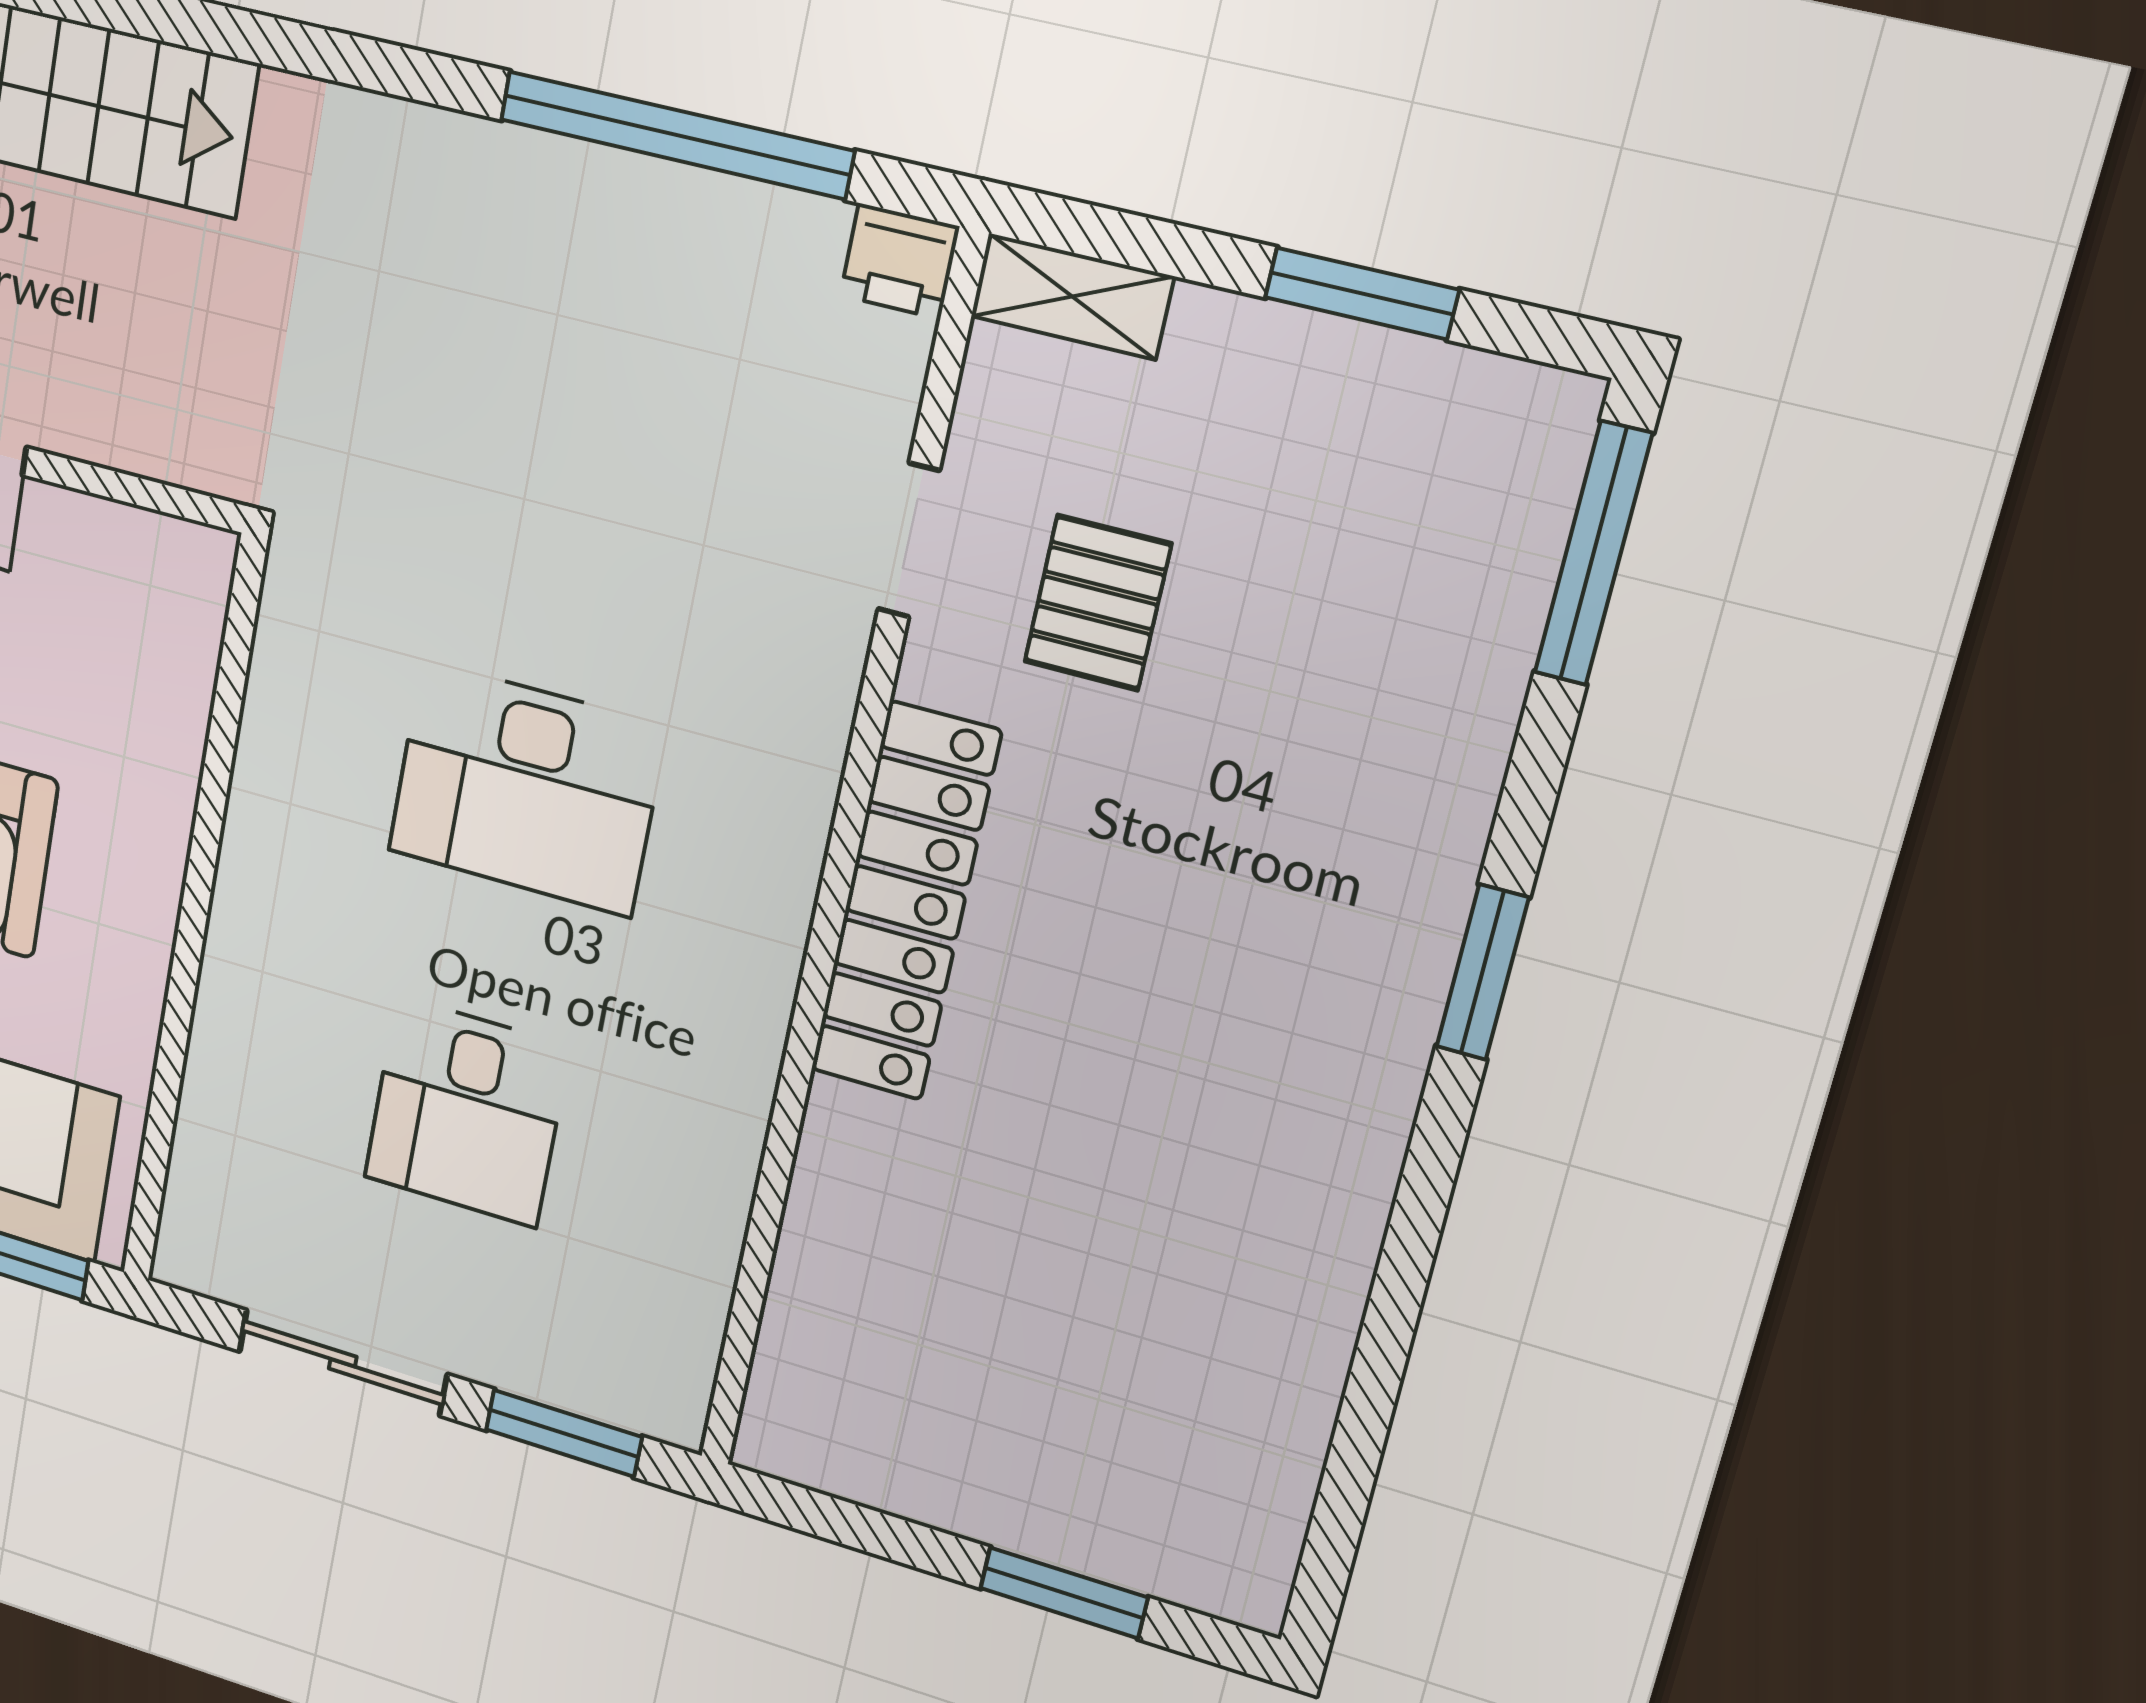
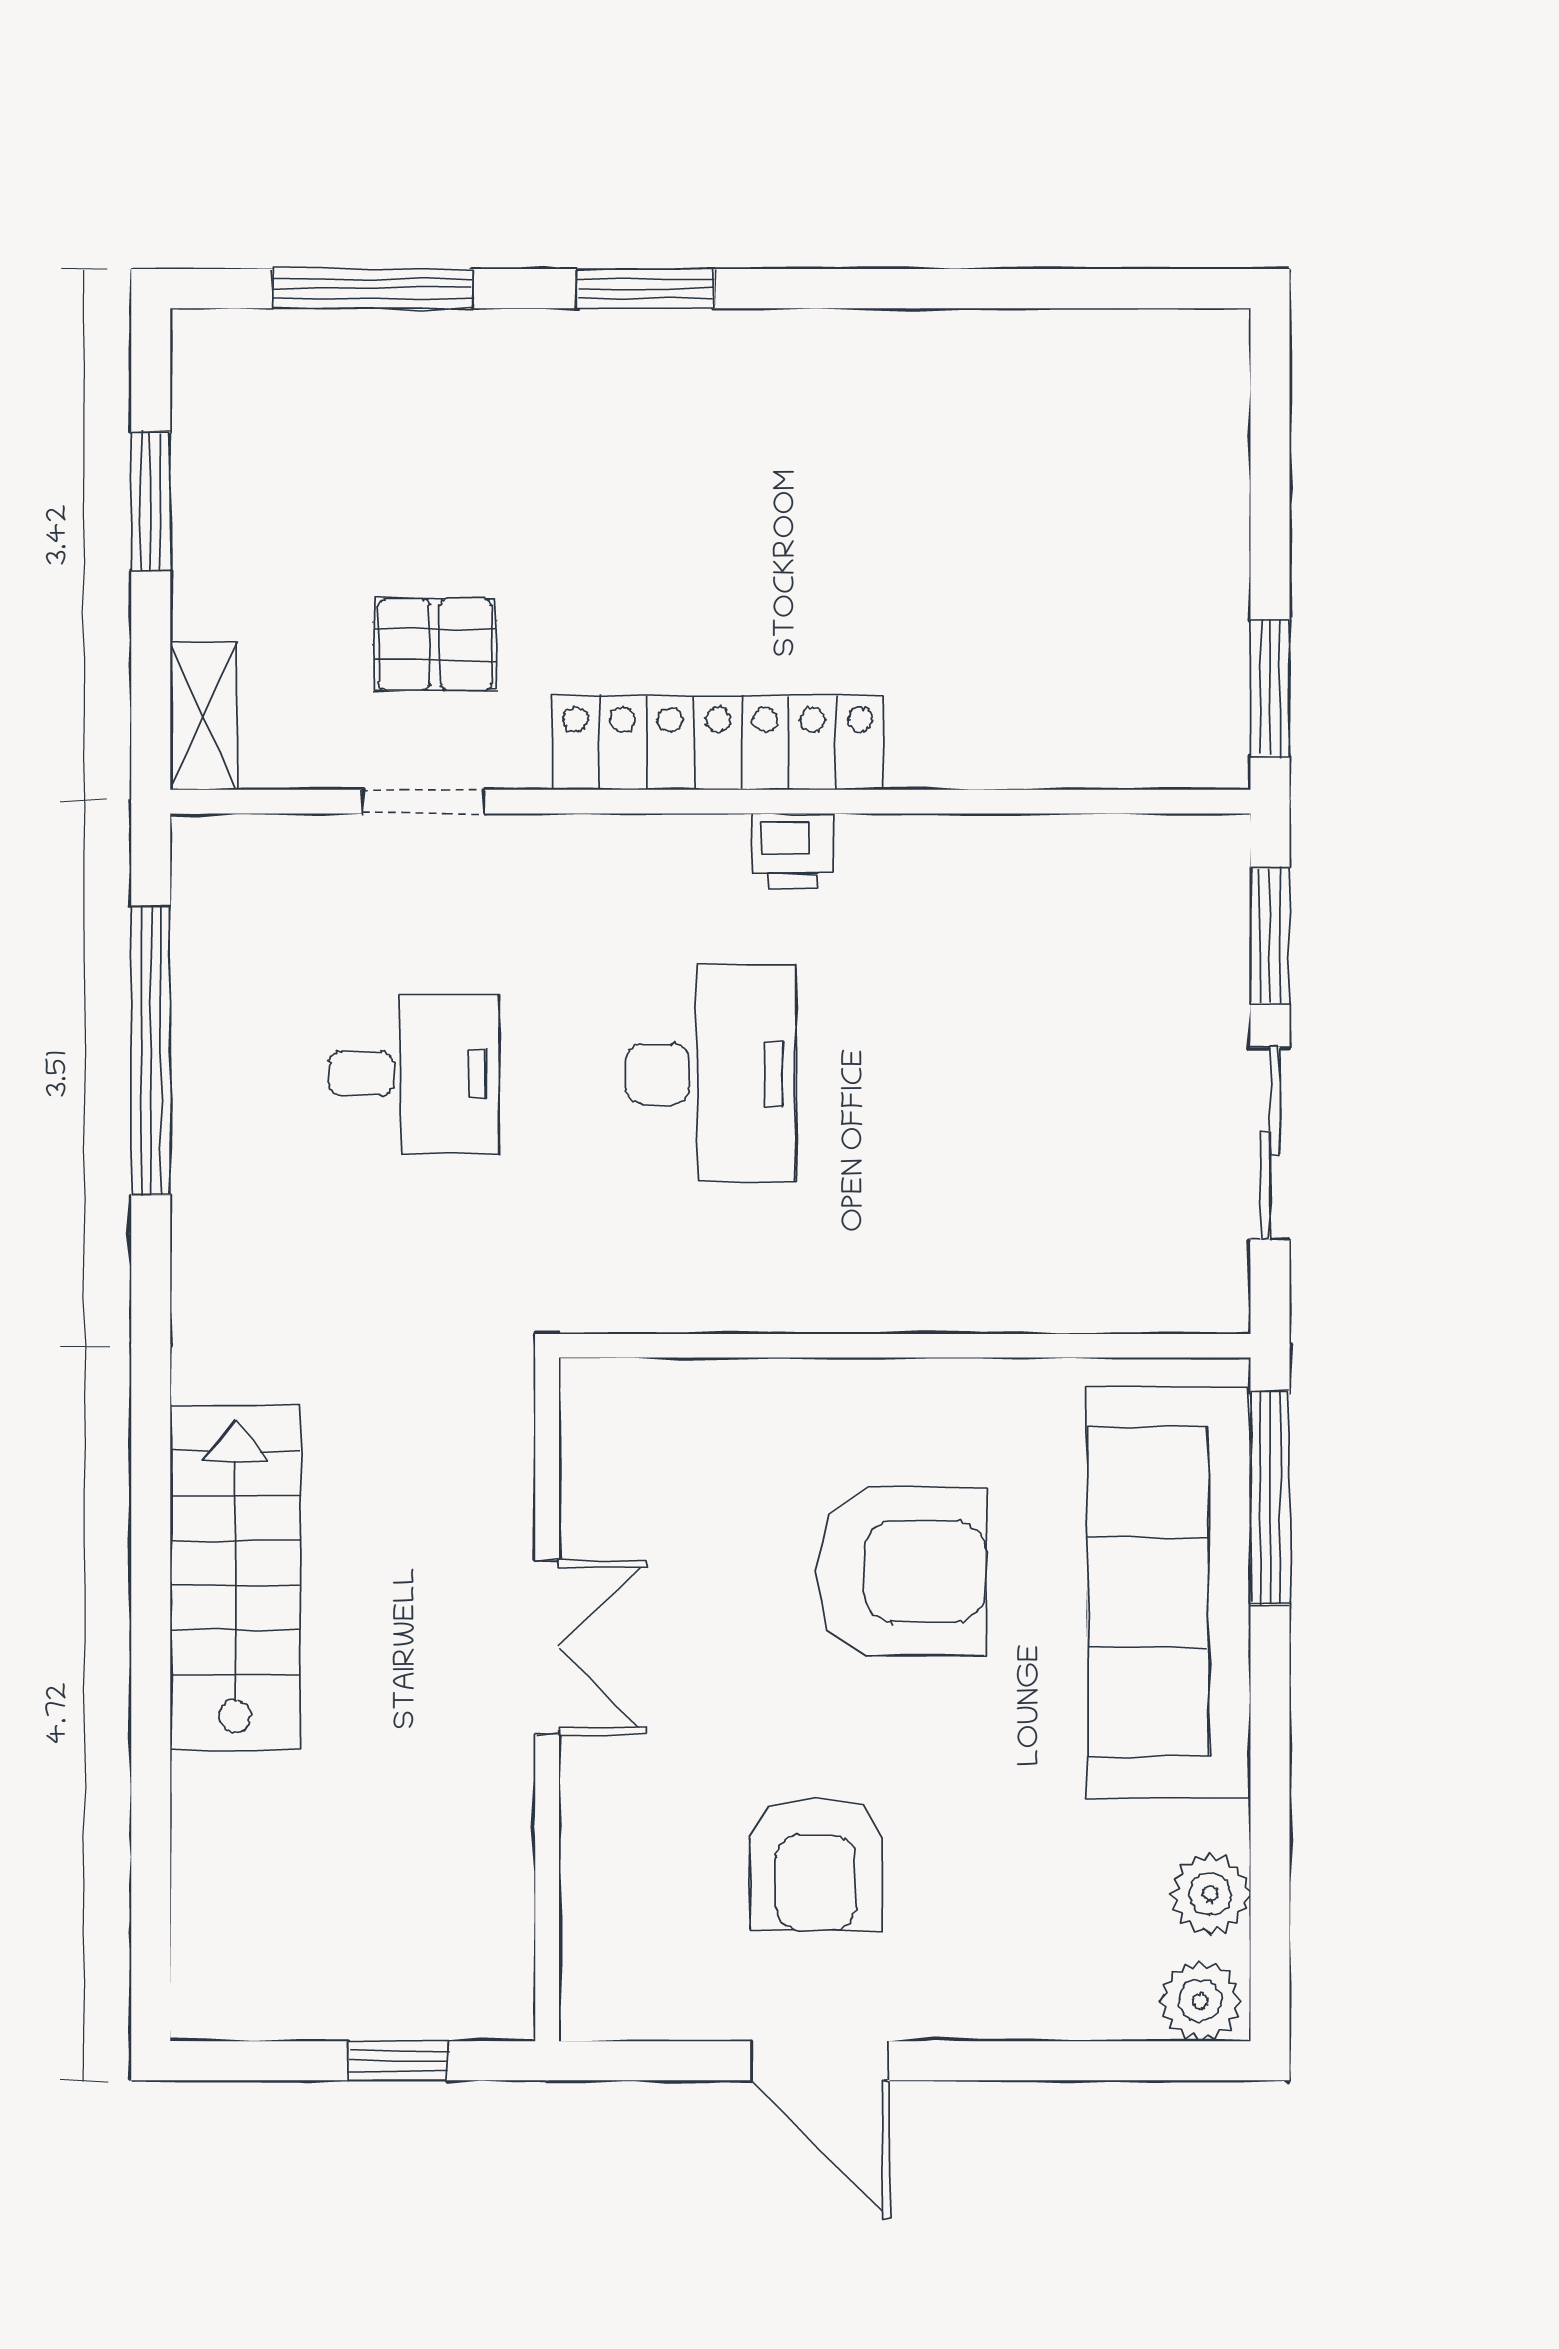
printer: (900, 261) -> (793, 851), moved, turned 90
window: (1593, 554) -> (373, 289), moved
desk: (467, 1112) -> (414, 1074), moved
window: (1064, 1593) -> (1270, 688), moved

